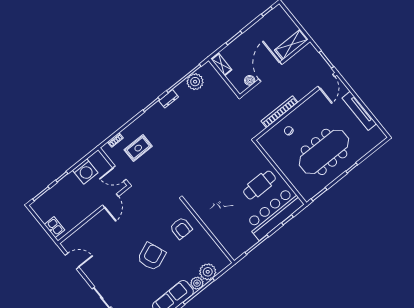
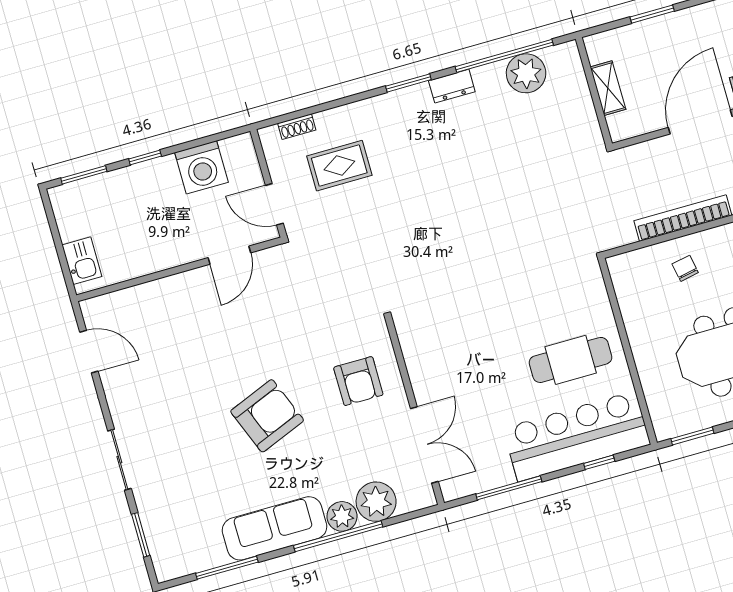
shelving: (222, 65) -> (608, 88), moved
boiler: (250, 80) -> (647, 122), removed
double door: (217, 242) -> (424, 445), added

